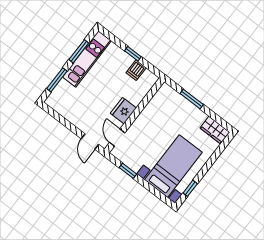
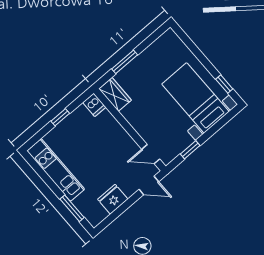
window: (79, 51) -> (45, 177), removed
dishwasher: (136, 70) -> (94, 105), moved
fridge: (123, 111) -> (113, 199), moved, turned 90
wardrobe: (215, 130) -> (115, 94), moved, turned -90

